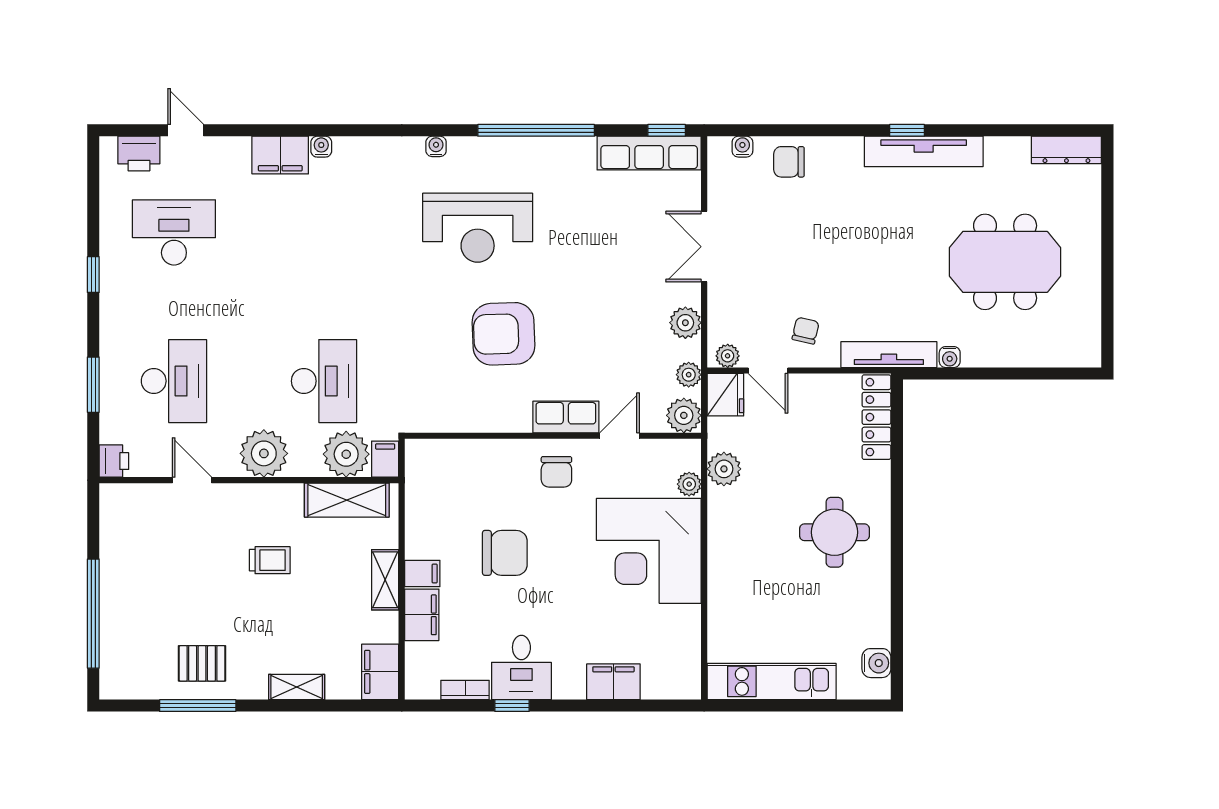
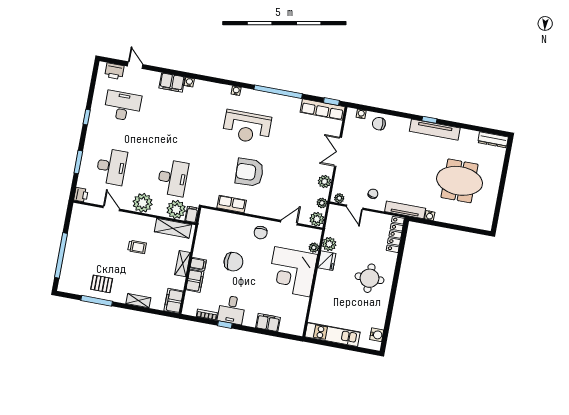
fridge: (725, 395) -> (327, 261), moved
row of seats: (566, 417) -> (232, 204), moved

